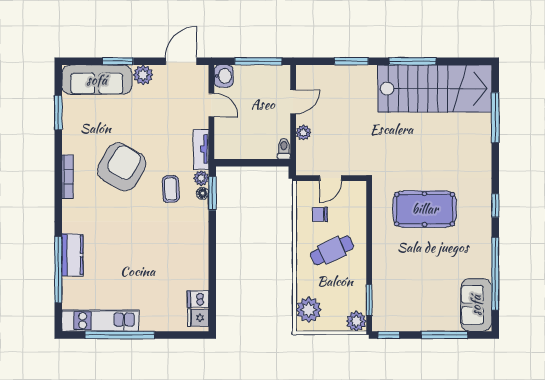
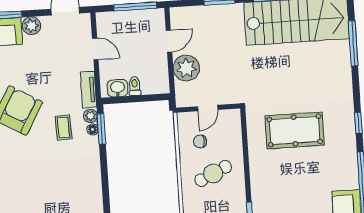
washbasin: (224, 76) -> (118, 88), moved, turned -90
plant: (303, 133) -> (186, 68), width x1.88, depth x1.88
toilet: (284, 149) -> (135, 86), moved

